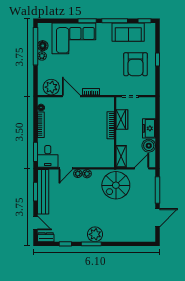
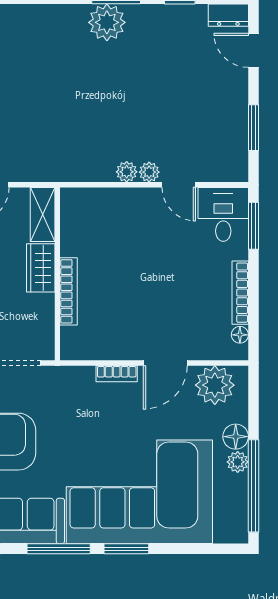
corner sofa: (74, 38) -> (139, 492), width x1.36, depth x1.36
floor lamp: (43, 46) -> (236, 437), moved
door: (71, 96) -> (165, 363), hinge flipped
wardrobe: (122, 119) -> (41, 268), moved
door: (66, 168) -> (179, 185), swing flipped
spiral stairs: (116, 185) -> (55, 143), removed
bench: (43, 192) -> (235, 127), removed

